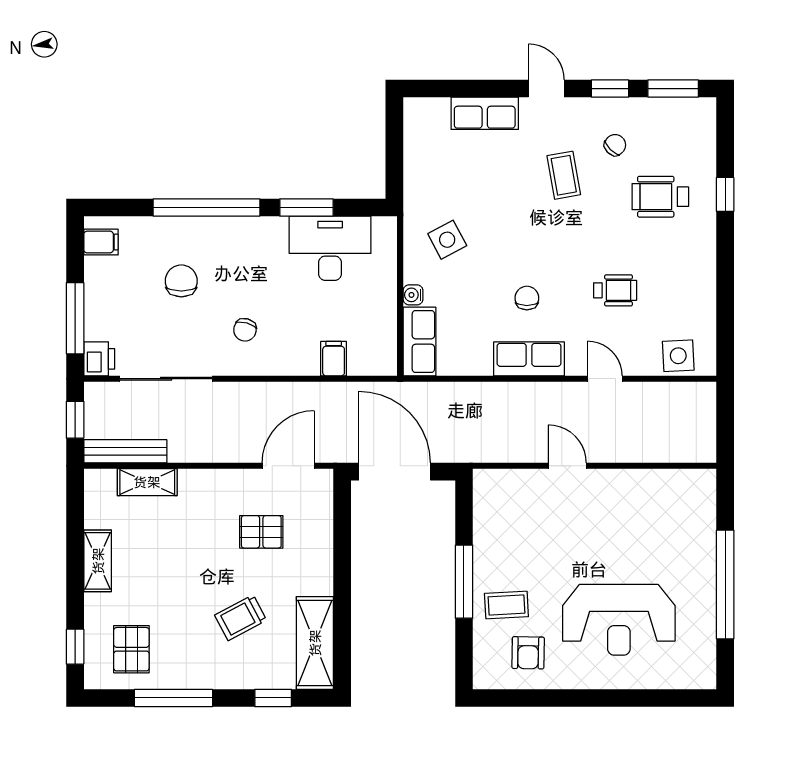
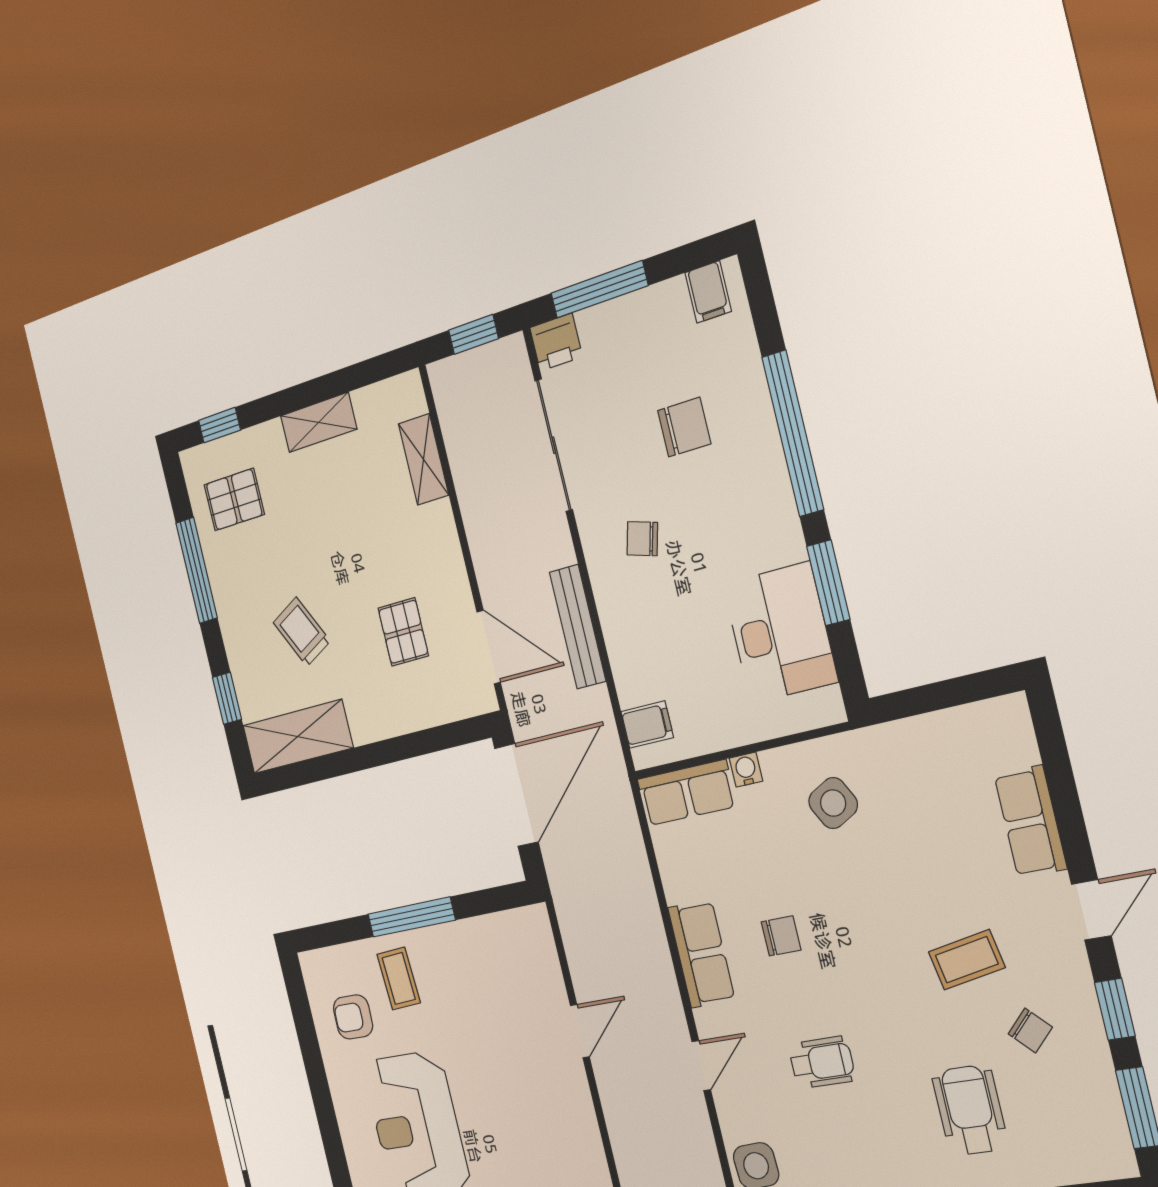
wheelchair: (615, 290) -> (822, 1062), turned -90
filing cabinet: (334, 359) -> (647, 724), moved
bench: (125, 451) -> (578, 627), moved

